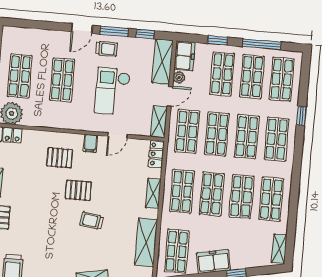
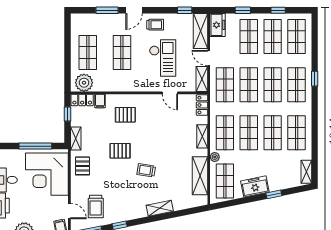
window: (114, 31) -> (107, 10), moved
window: (262, 44) -> (278, 10), width x0.46
plant: (179, 77) -> (215, 157), moved
checkout: (112, 91) -> (163, 58), turned 180
door: (170, 96) -> (209, 58), swing flipped
window: (301, 116) -> (315, 79), moved
door: (118, 135) -> (170, 93), hinge flipped
filing cabinet: (90, 143) -> (100, 101), moved
pallet: (78, 190) -> (120, 151), moved
trolley: (92, 221) -> (146, 170), moved

